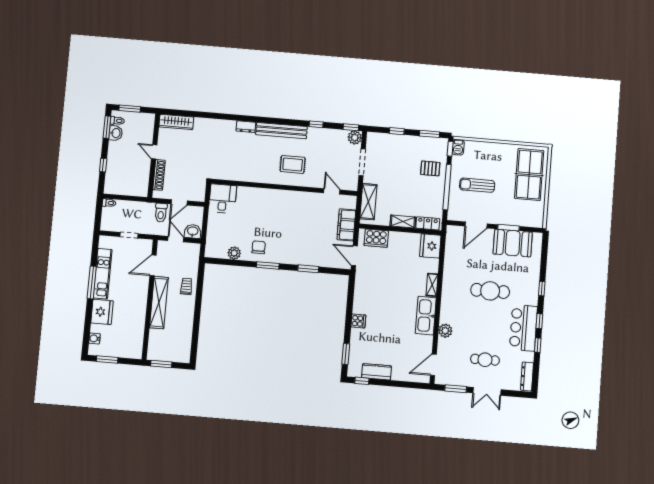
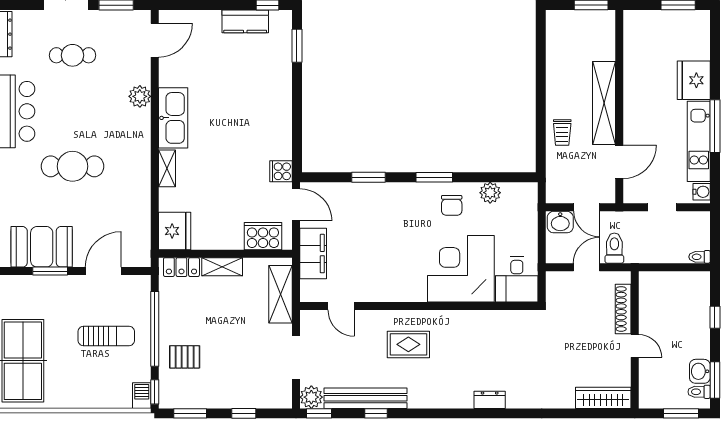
bench: (281, 131) -> (366, 398), moved
corner desk: (256, 208) -> (461, 269), added
cooker: (358, 321) -> (281, 171), moved
water cooler: (94, 338) -> (702, 192), moved

